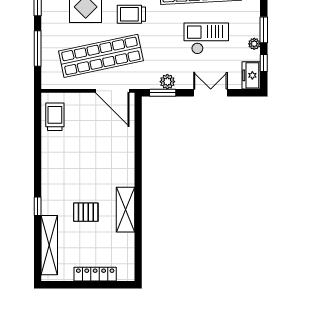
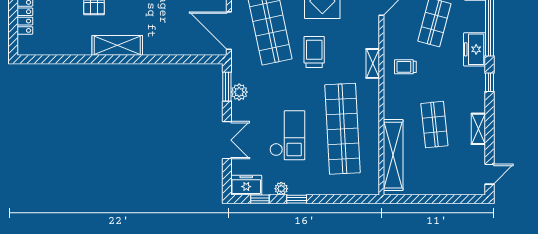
window: (264, 30) -> (297, 199), width x0.67
door: (112, 91) -> (229, 31), hinge flipped
shelving: (125, 210) -> (117, 45), moved

